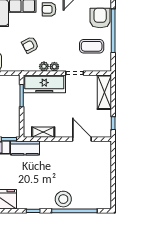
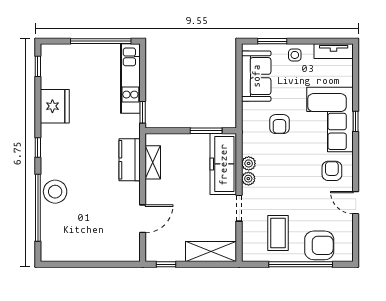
armchair: (30, 45) -> (279, 124), moved, turned -152
kitchen counter: (25, 148) -> (130, 160), moved

